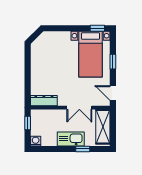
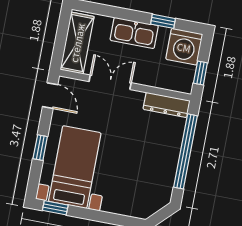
window: (28, 76) -> (186, 151), added
washing machine: (36, 141) -> (184, 47), width x1.89, depth x1.89
window: (83, 149) -> (163, 21), moved

